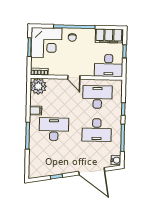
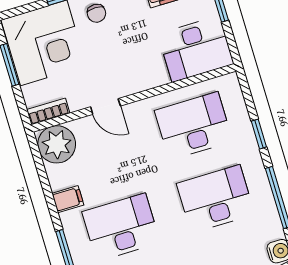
door: (74, 77) -> (105, 106), moved
desk: (97, 130) -> (216, 199), turned 180

